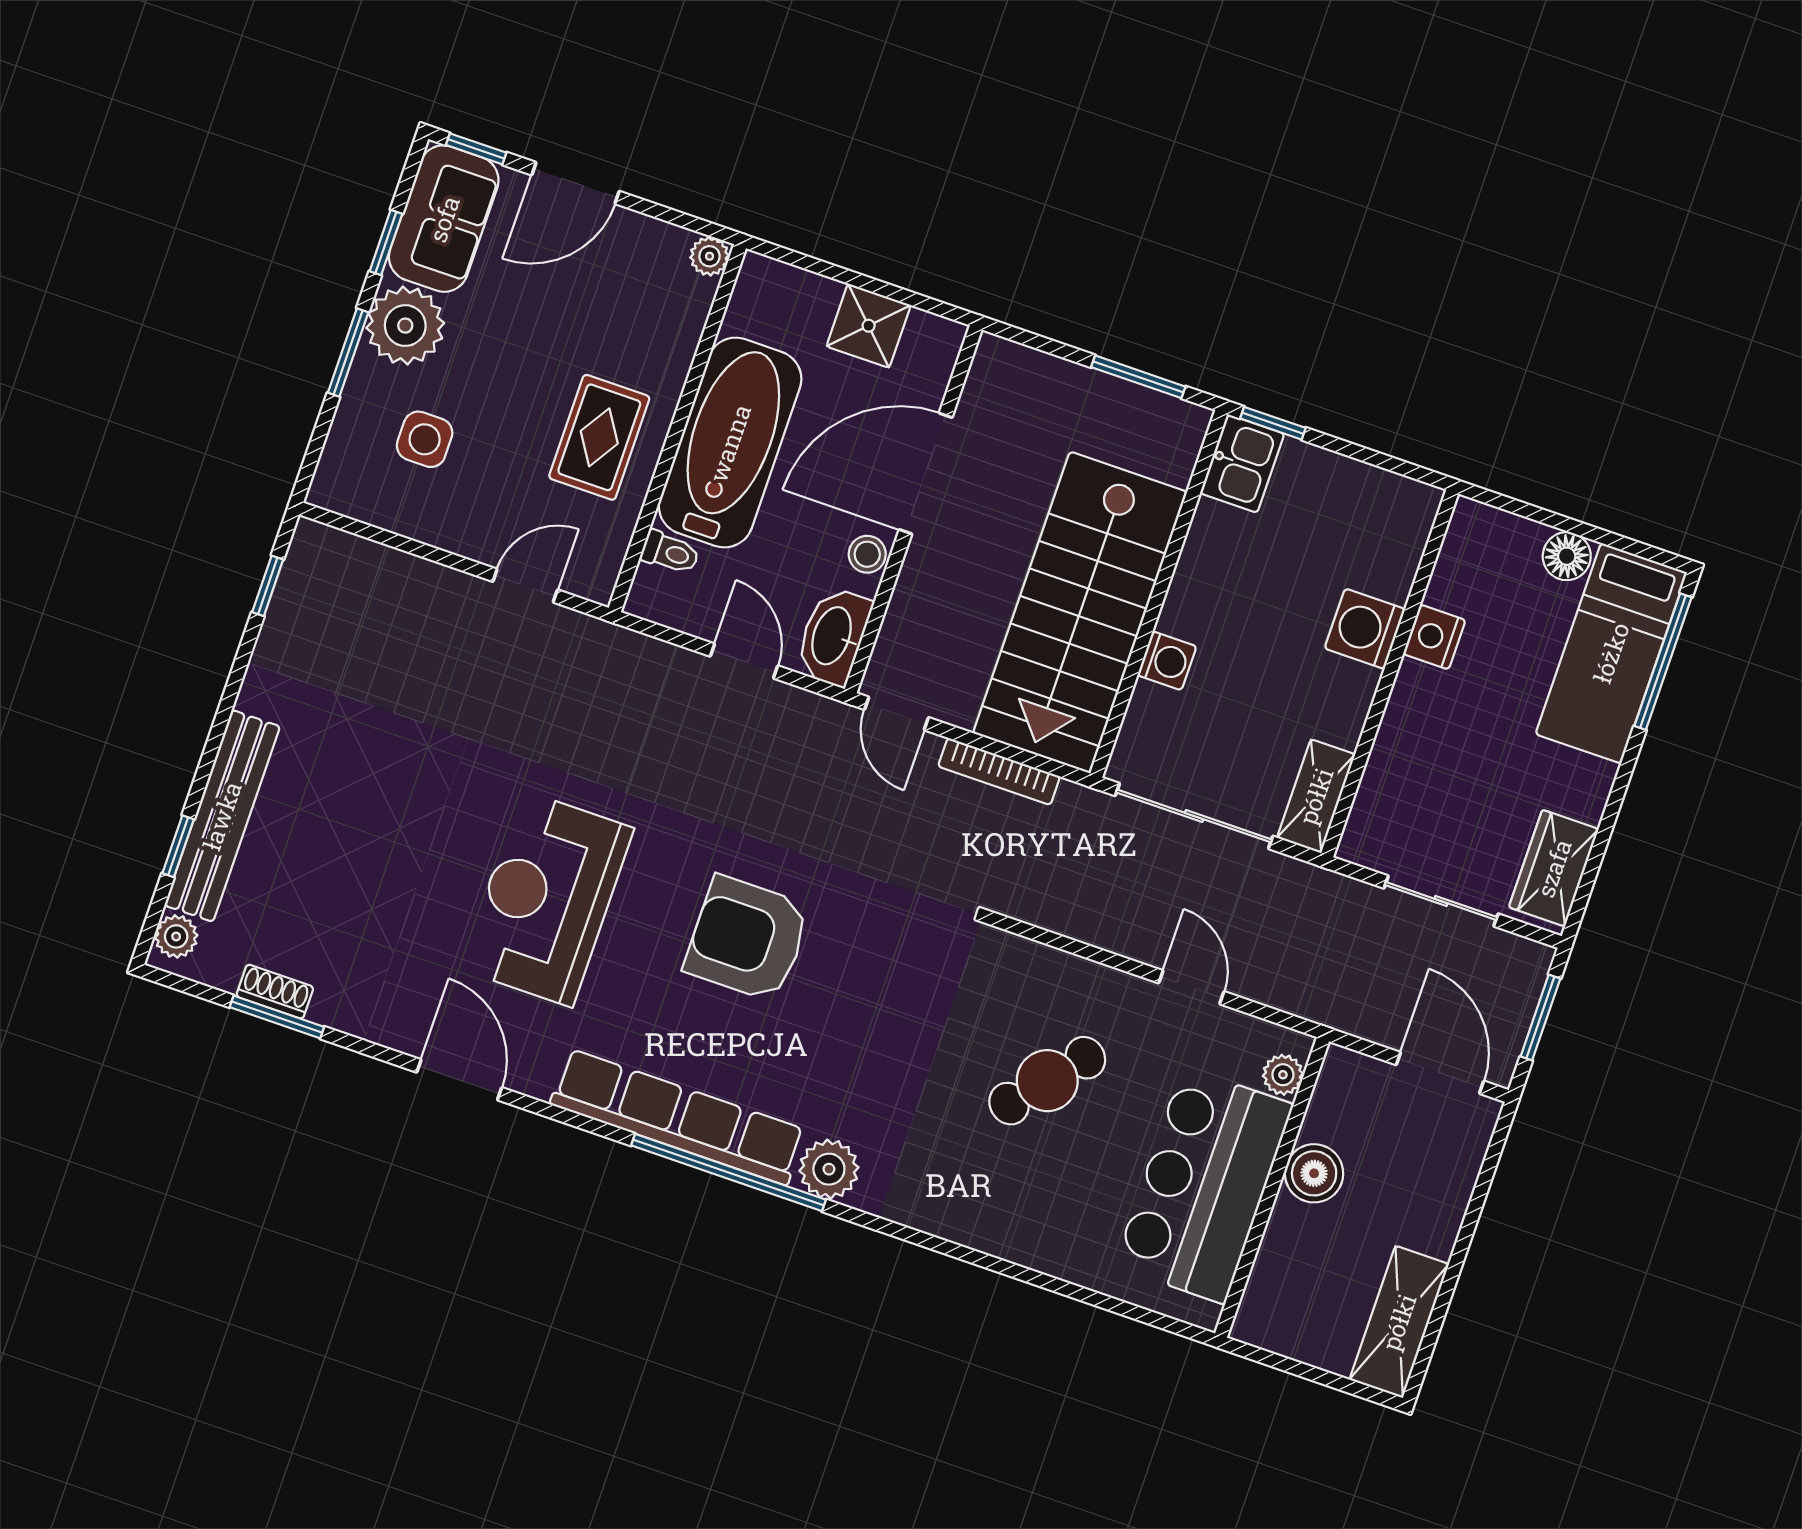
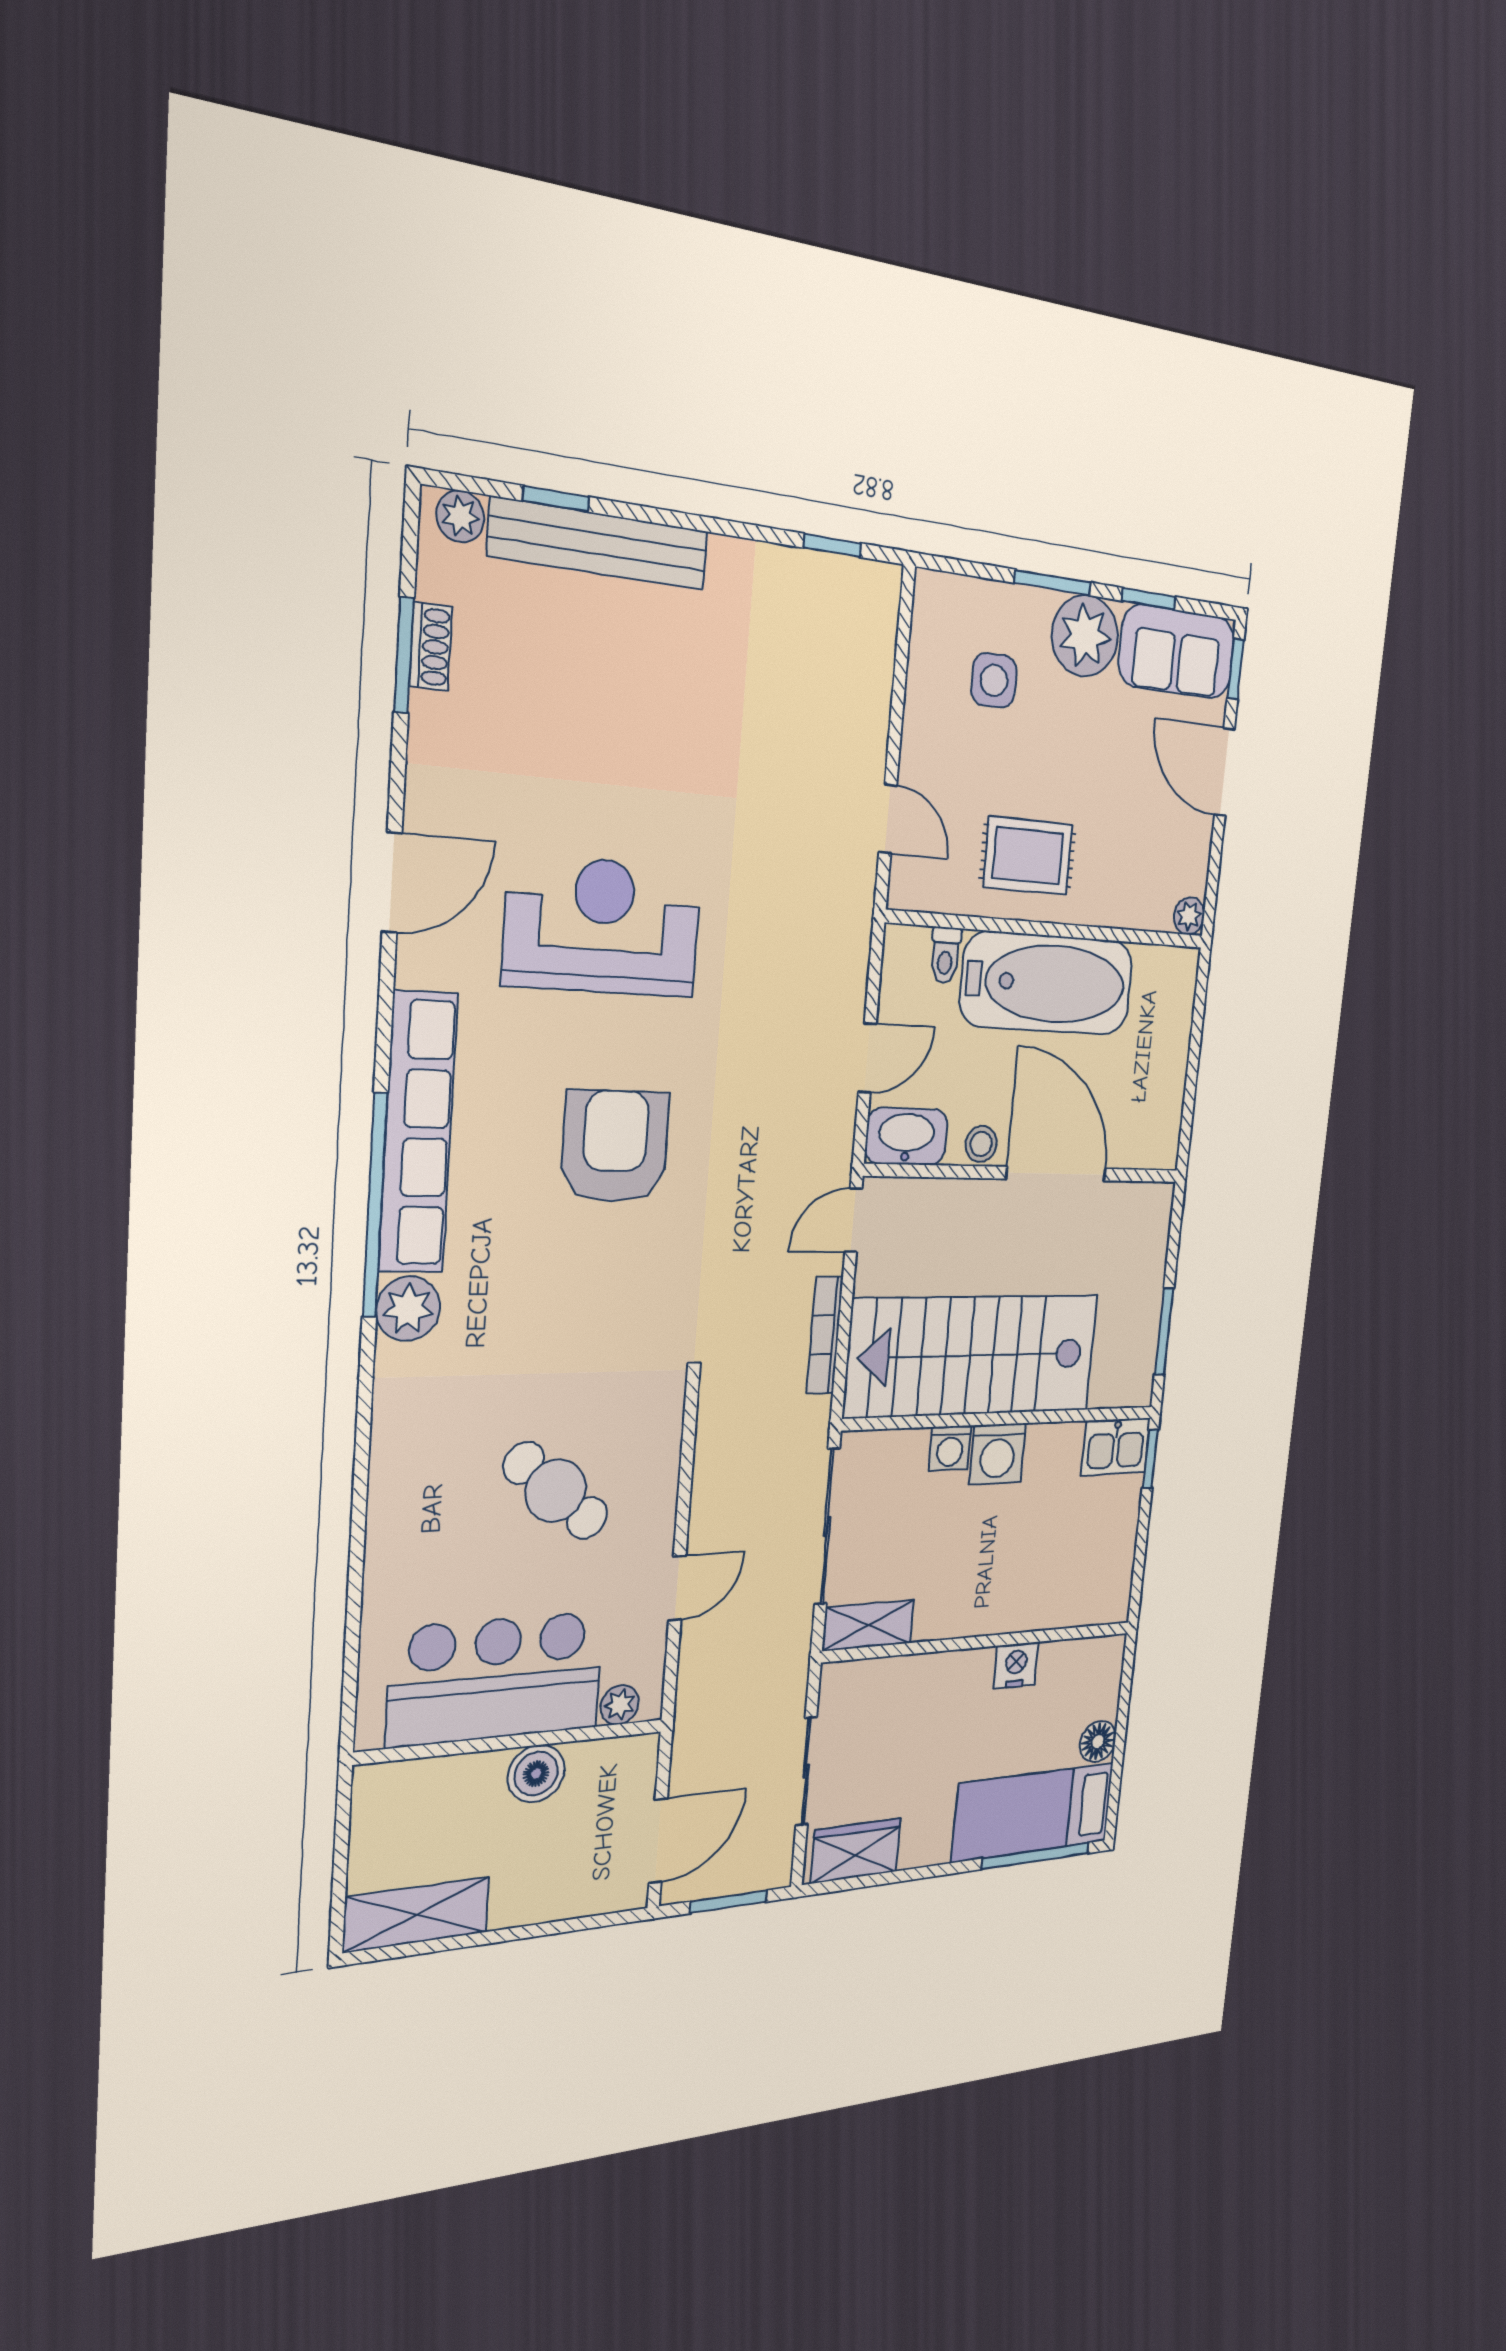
shower: (869, 326) -> (1161, 1080), removed
washing machine: (1365, 629) -> (997, 1454), moved, turned 180

